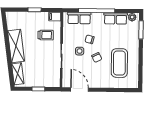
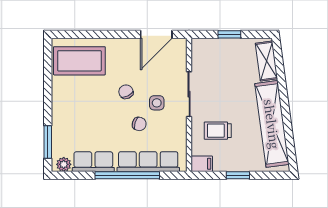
row of seats: (79, 18) -> (148, 162), width x1.48
shelving: (16, 46) -> (272, 124), width x1.47
coffee table: (119, 63) -> (79, 61), moved, turned 90
door: (79, 89) -> (156, 34), hinge flipped

